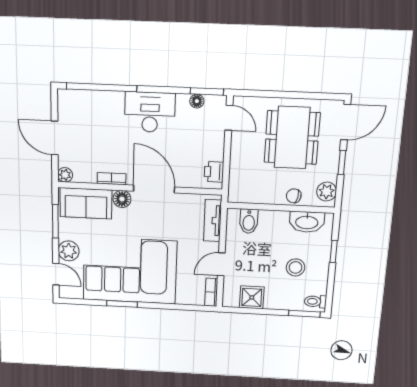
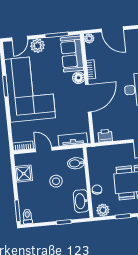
door: (55, 138) -> (112, 29), swing flipped
stool: (296, 267) -> (56, 181), moved

